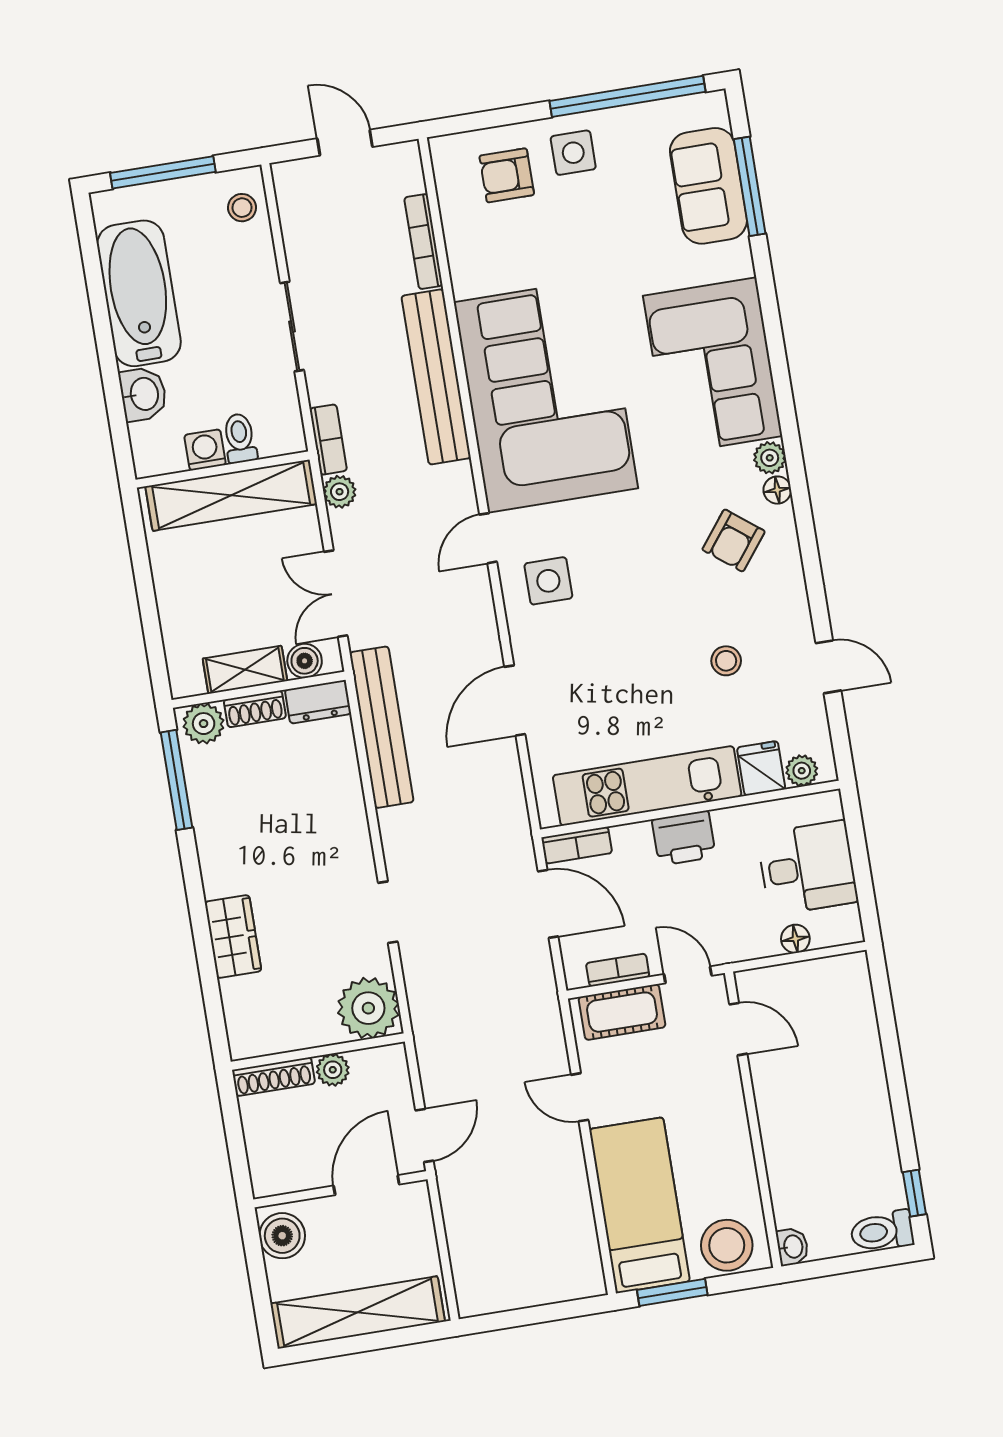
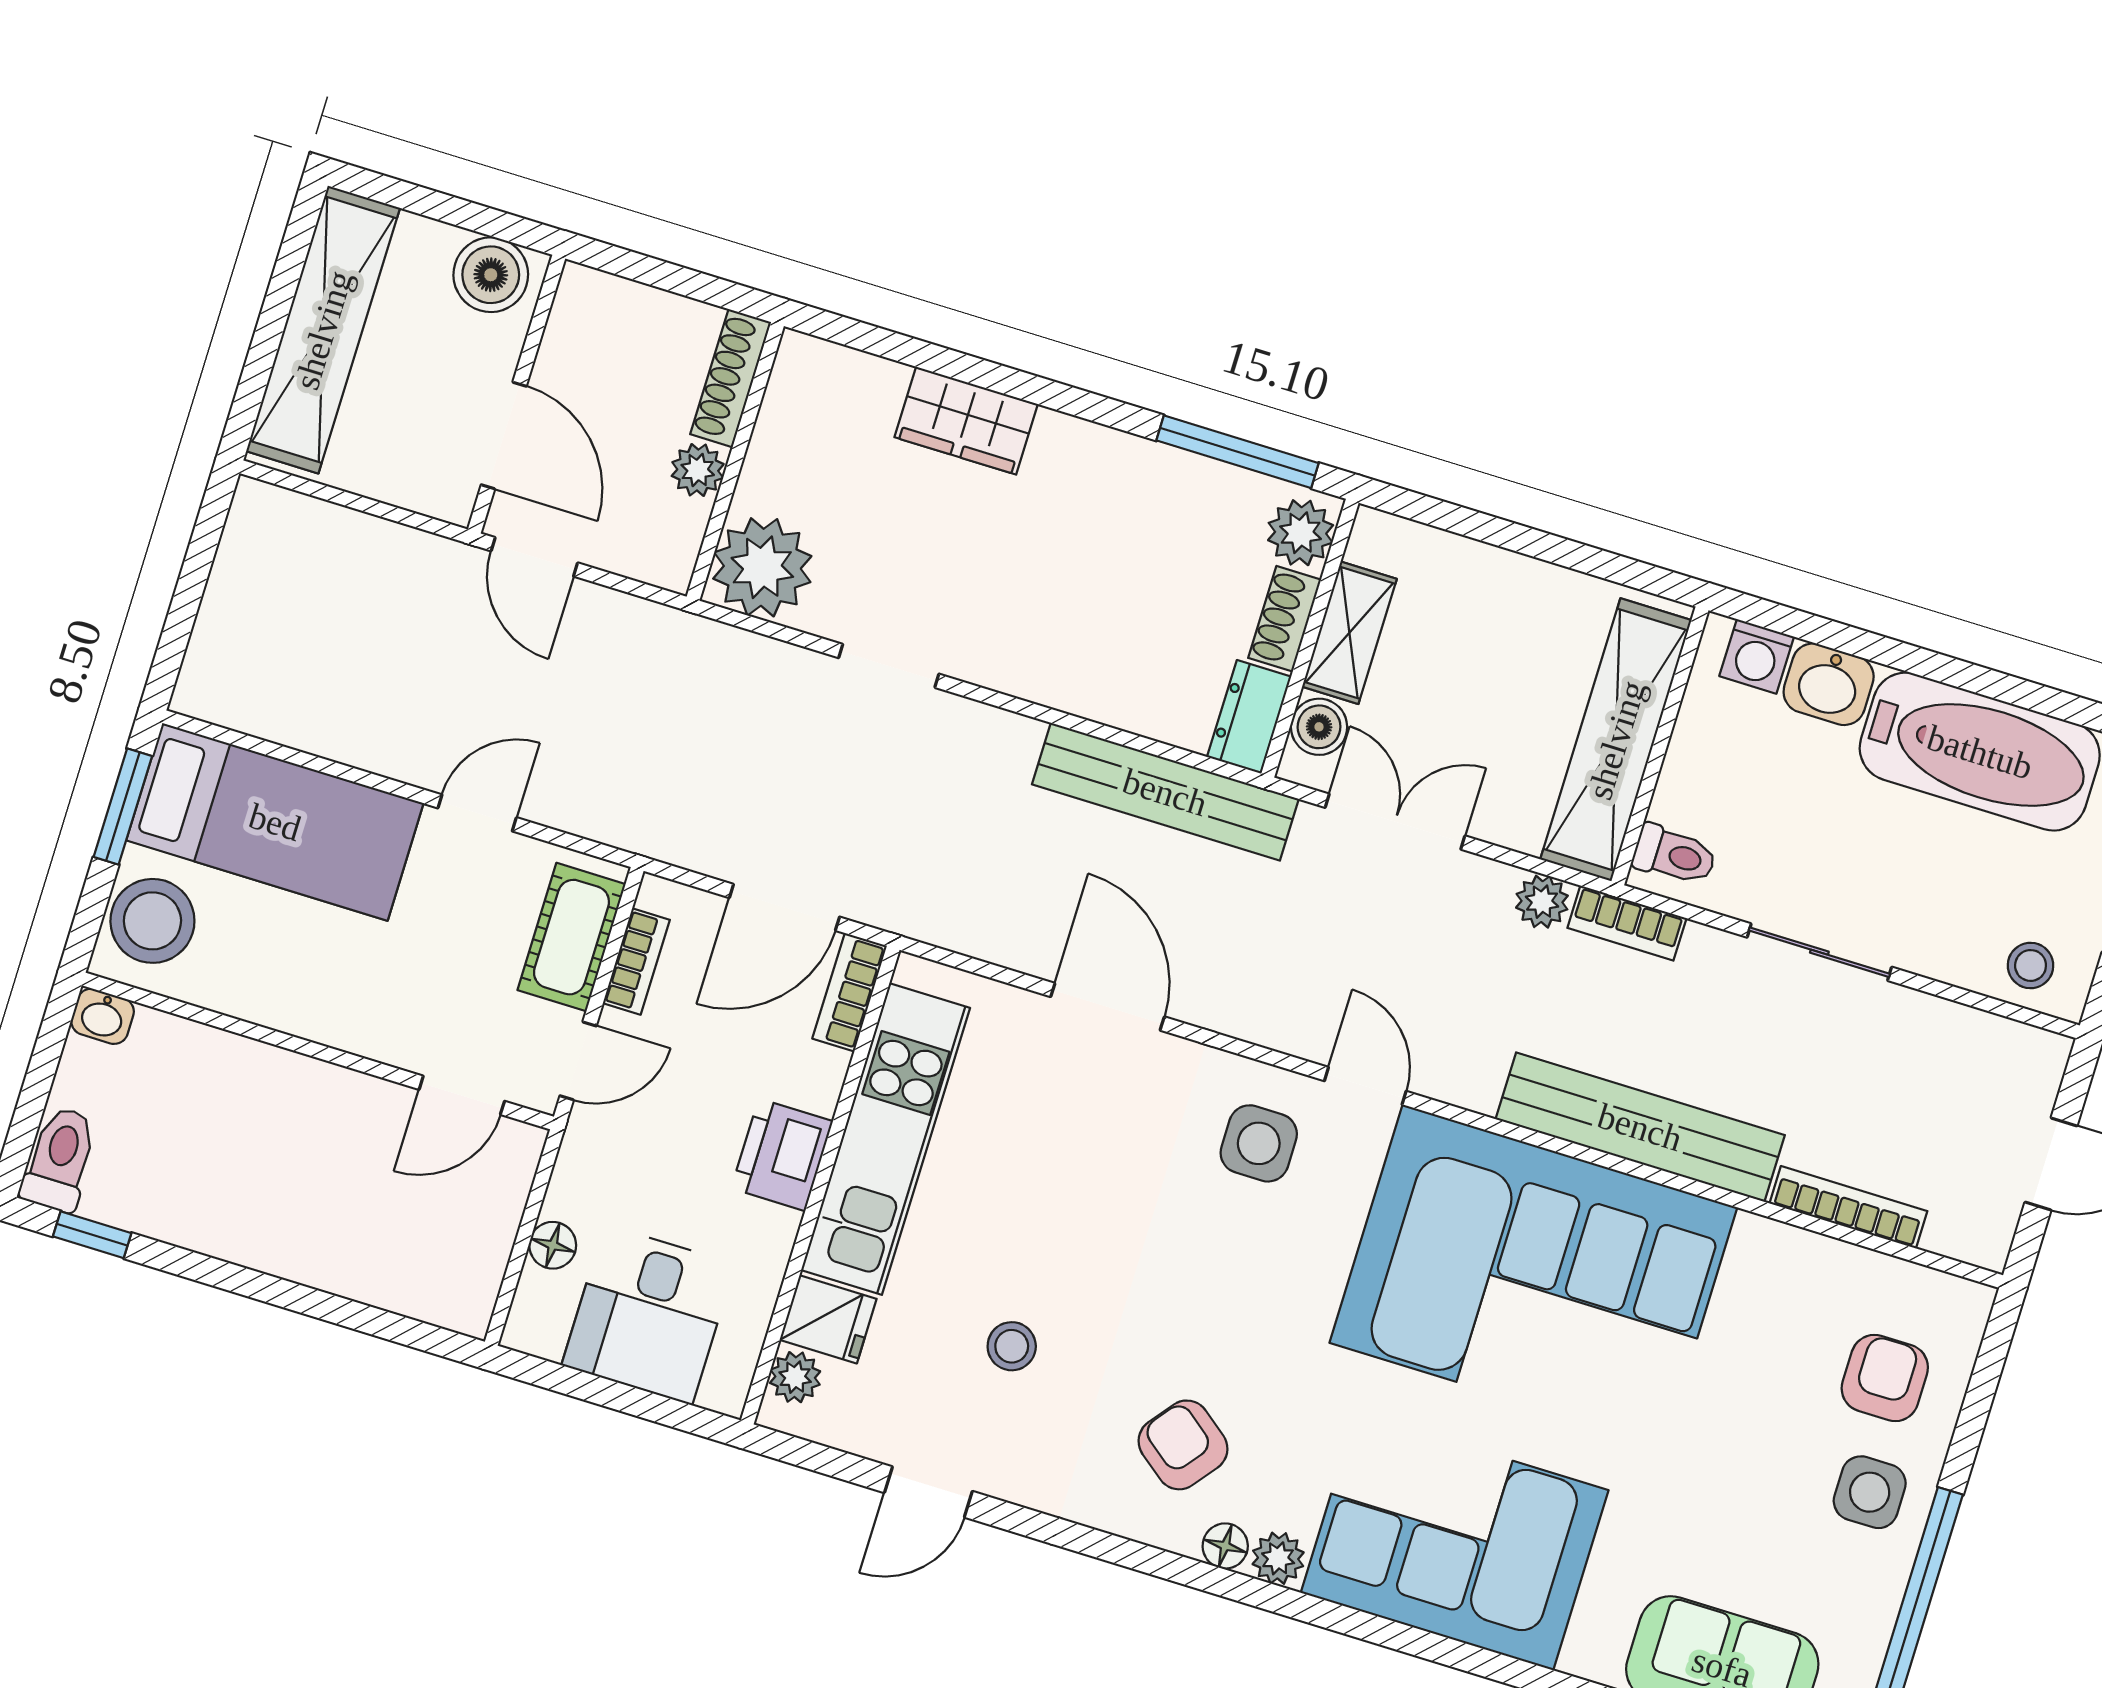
toilet: (240, 438) -> (1674, 855), moved
washing machine: (205, 450) -> (1757, 656), moved, turned 90

